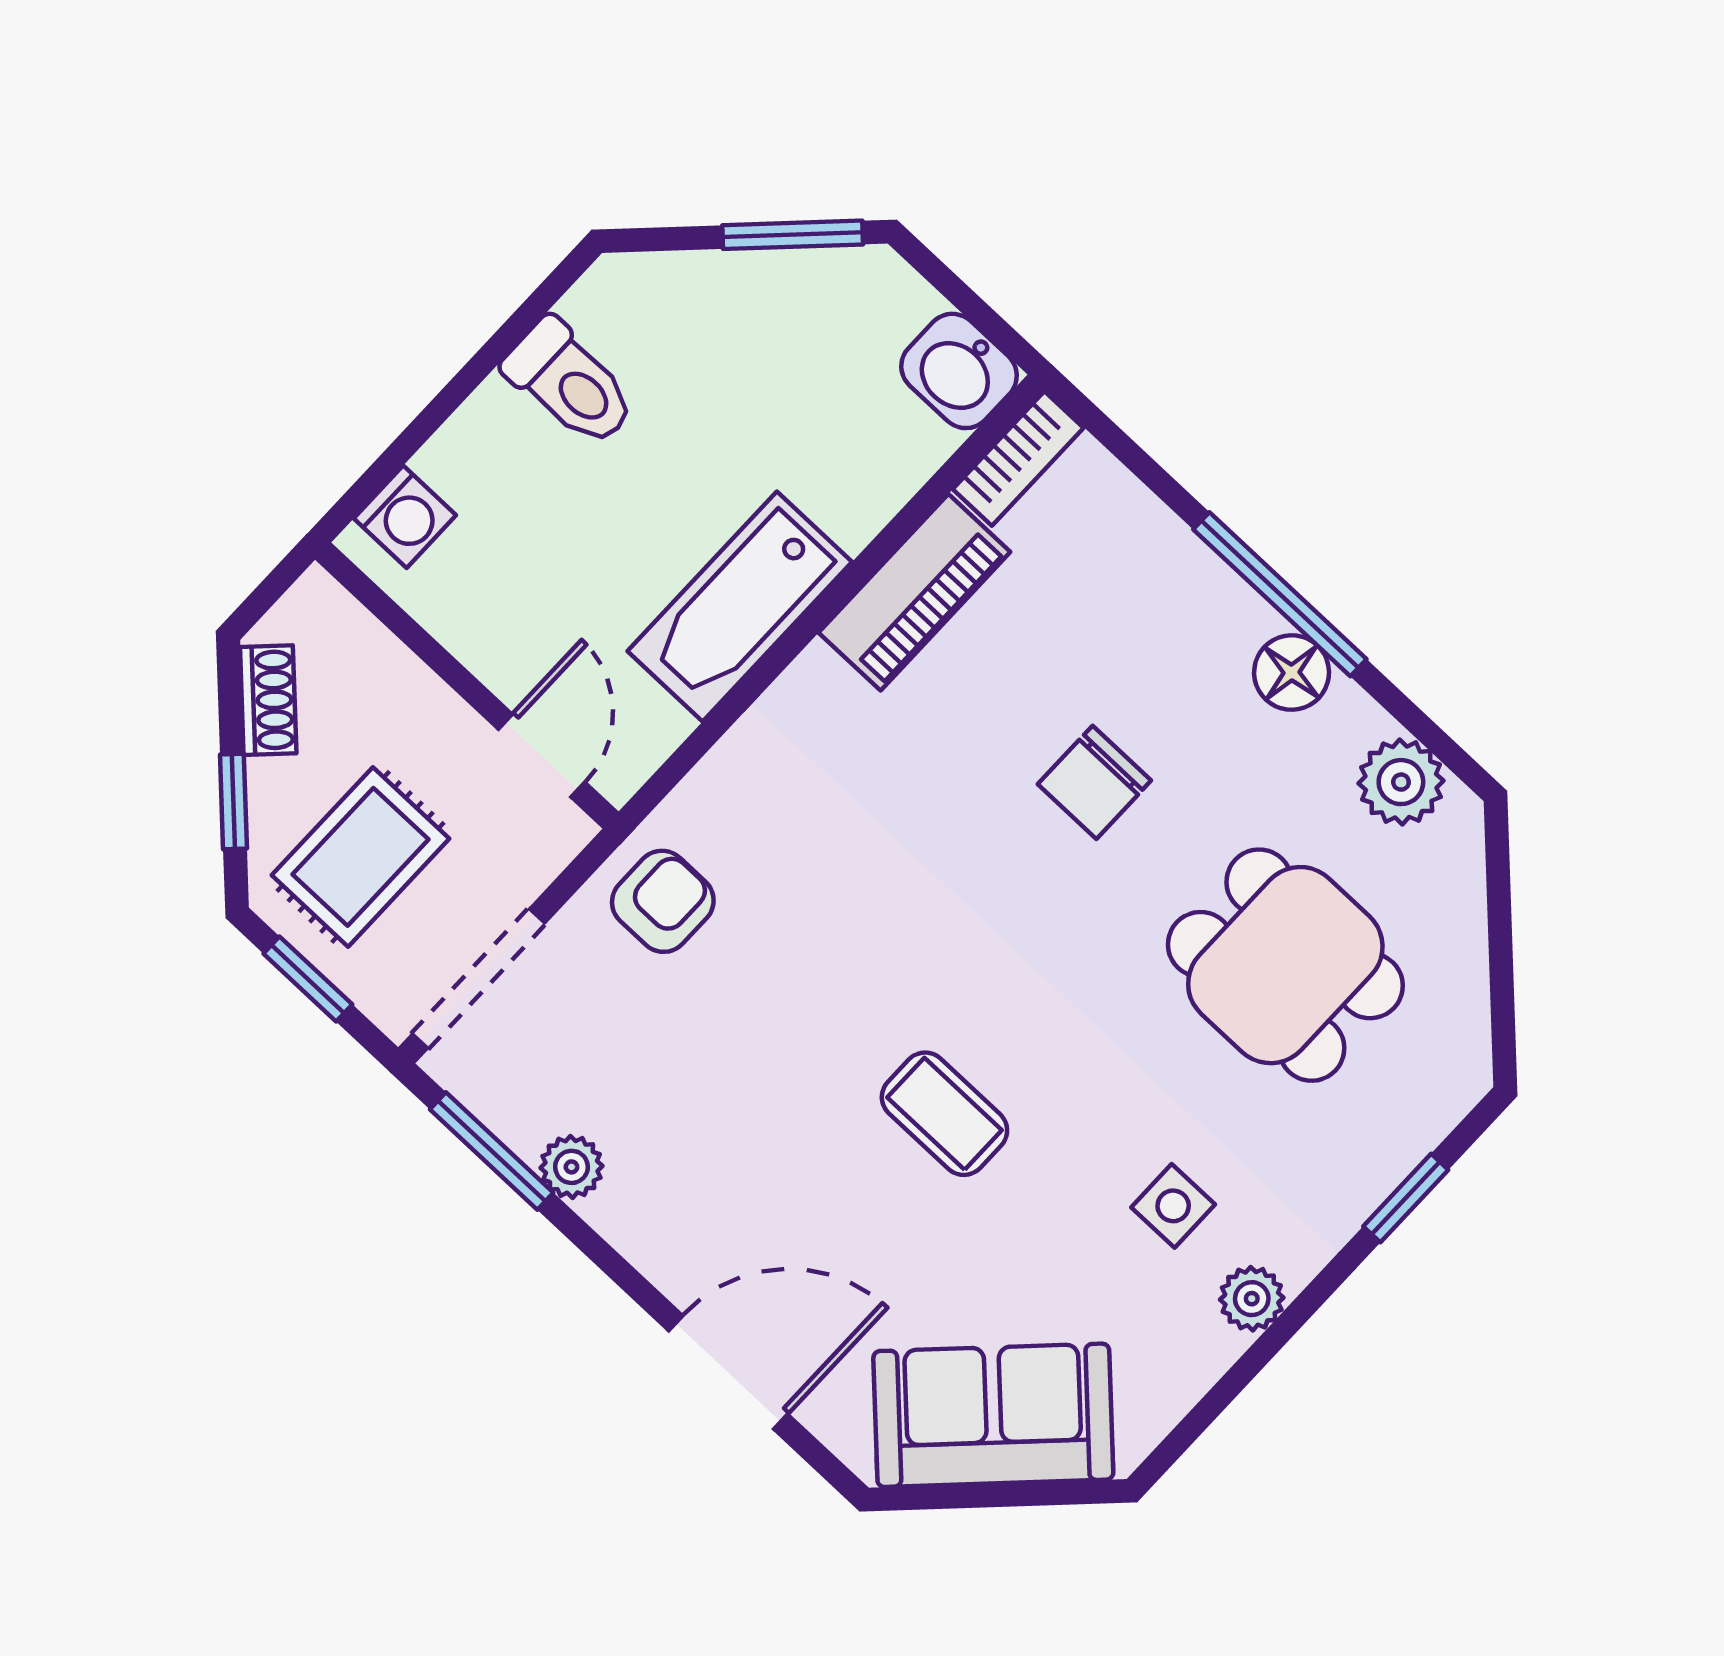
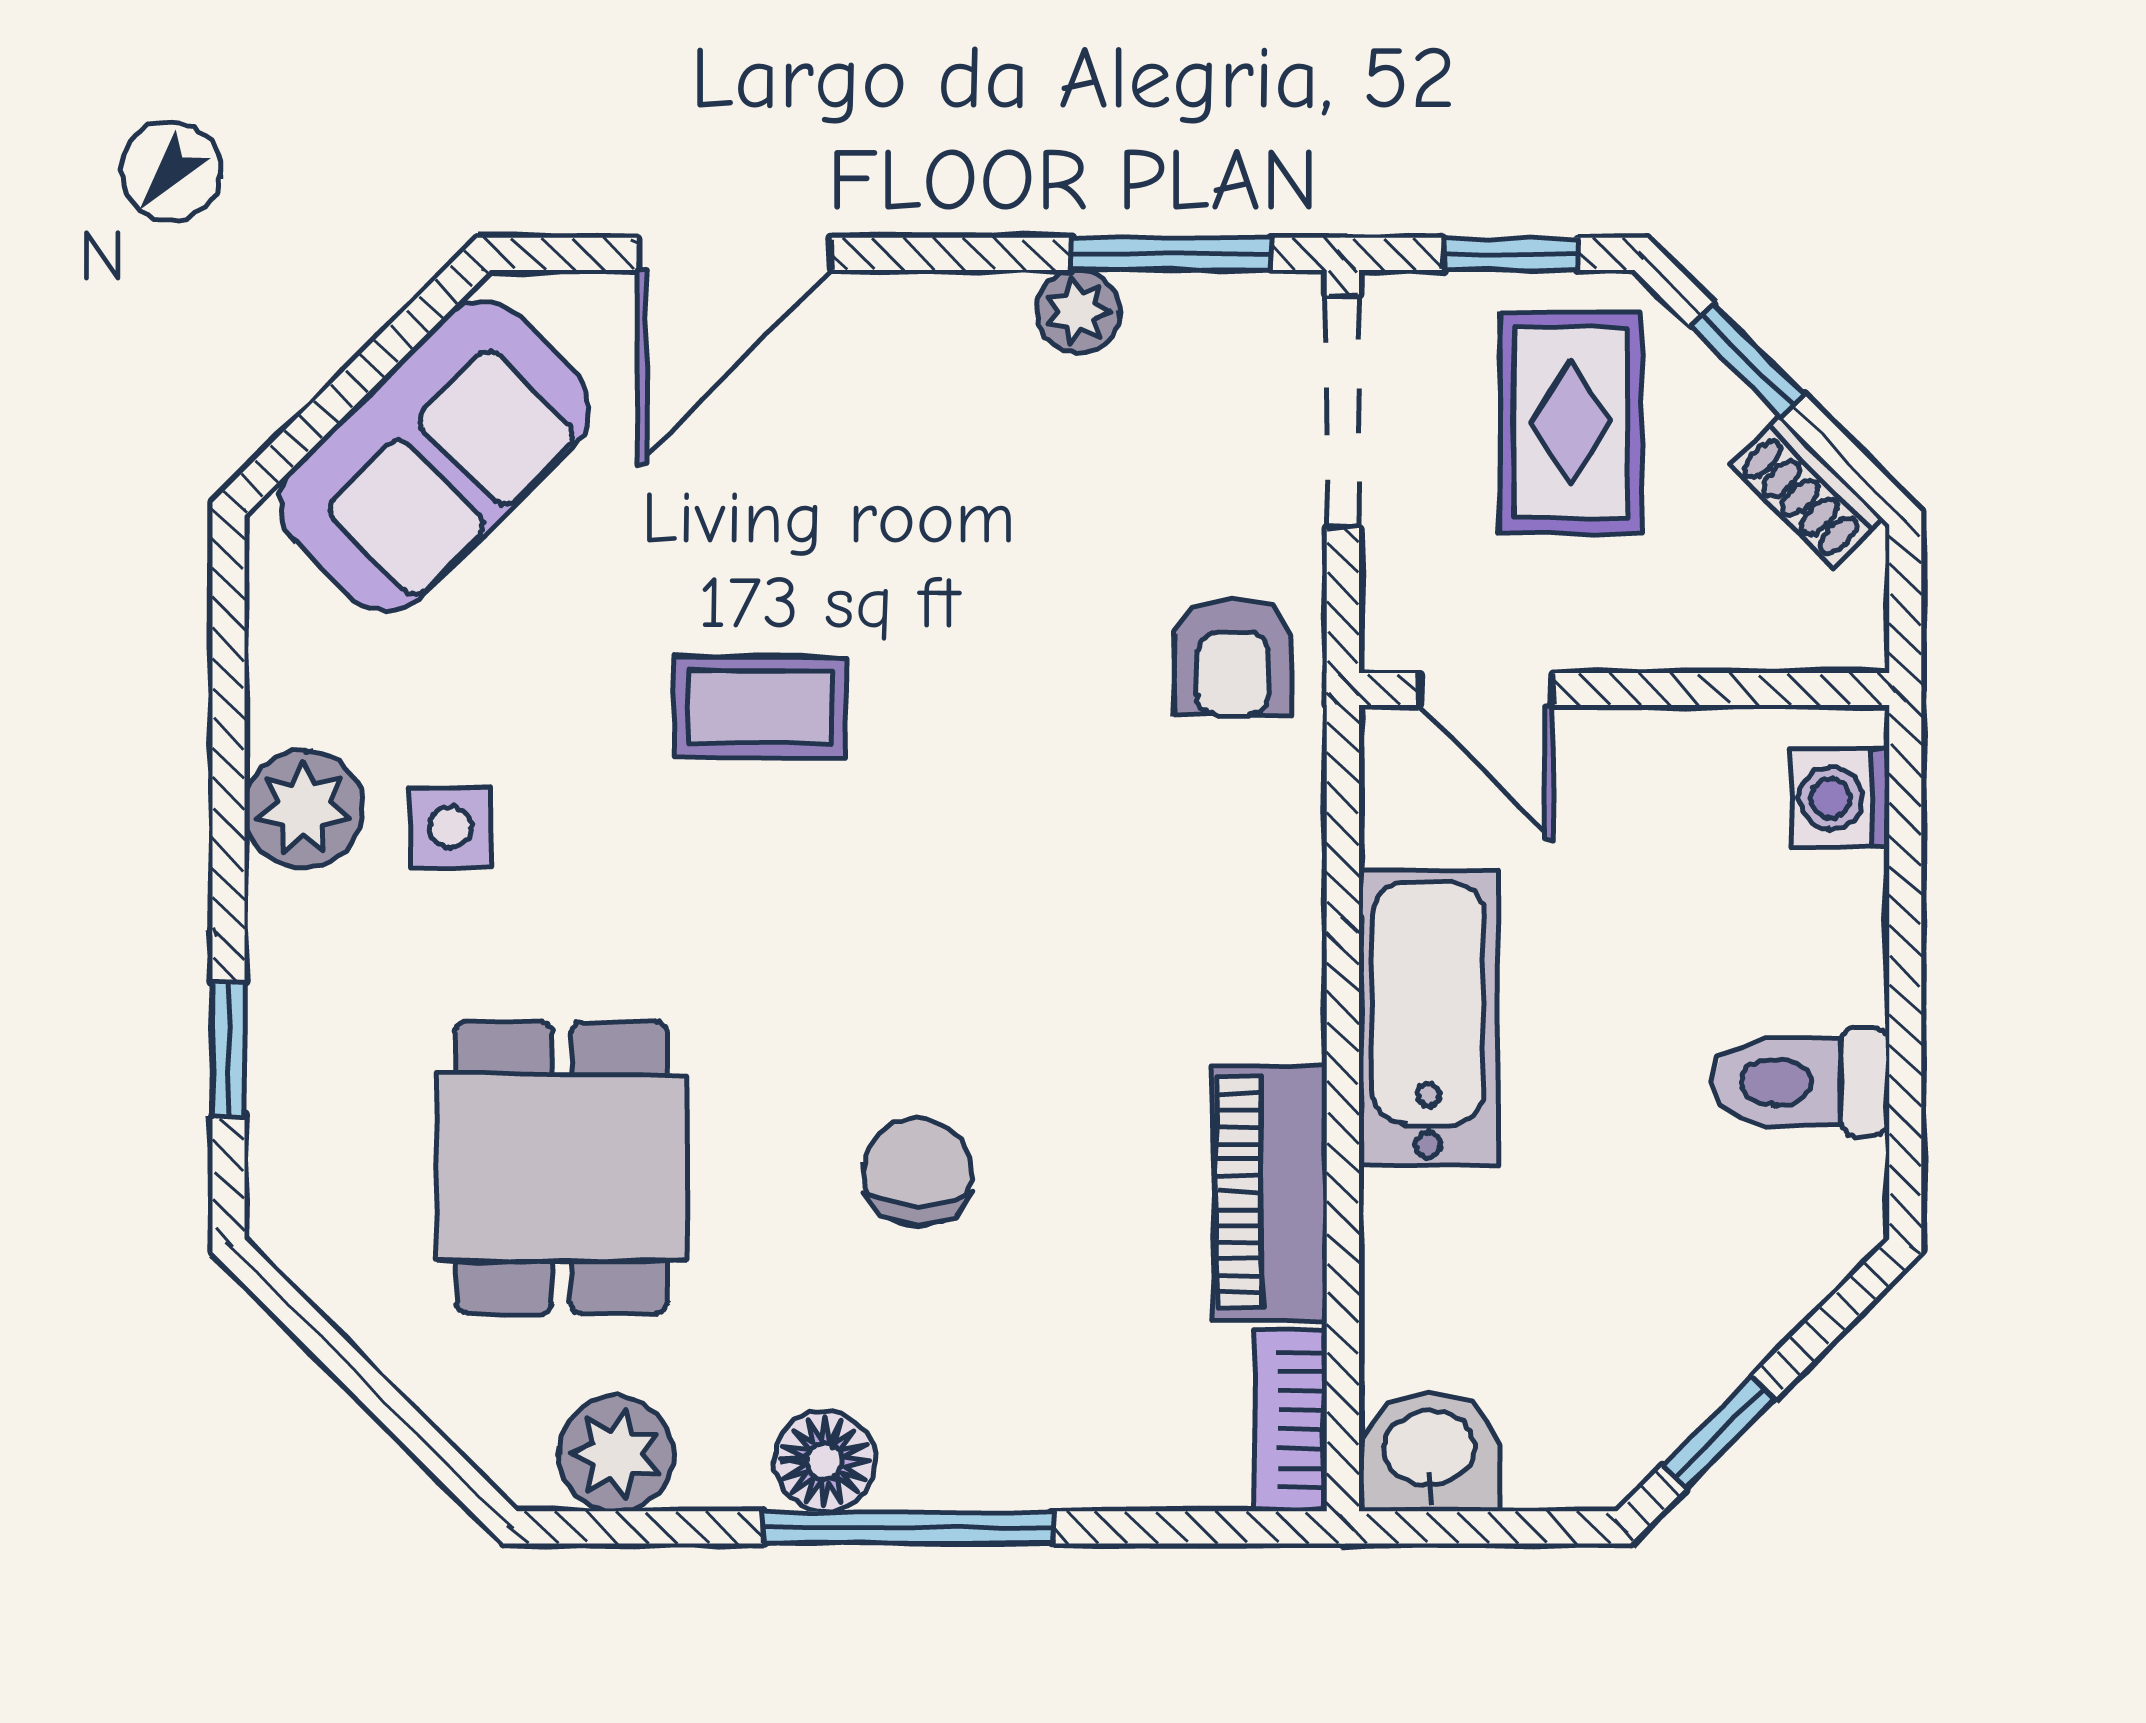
window: (793, 235) -> (1719, 1433), width x0.67
dining table: (1285, 965) -> (561, 1168), turned 90
plant: (1252, 1299) -> (304, 808), width x1.38, depth x1.38

